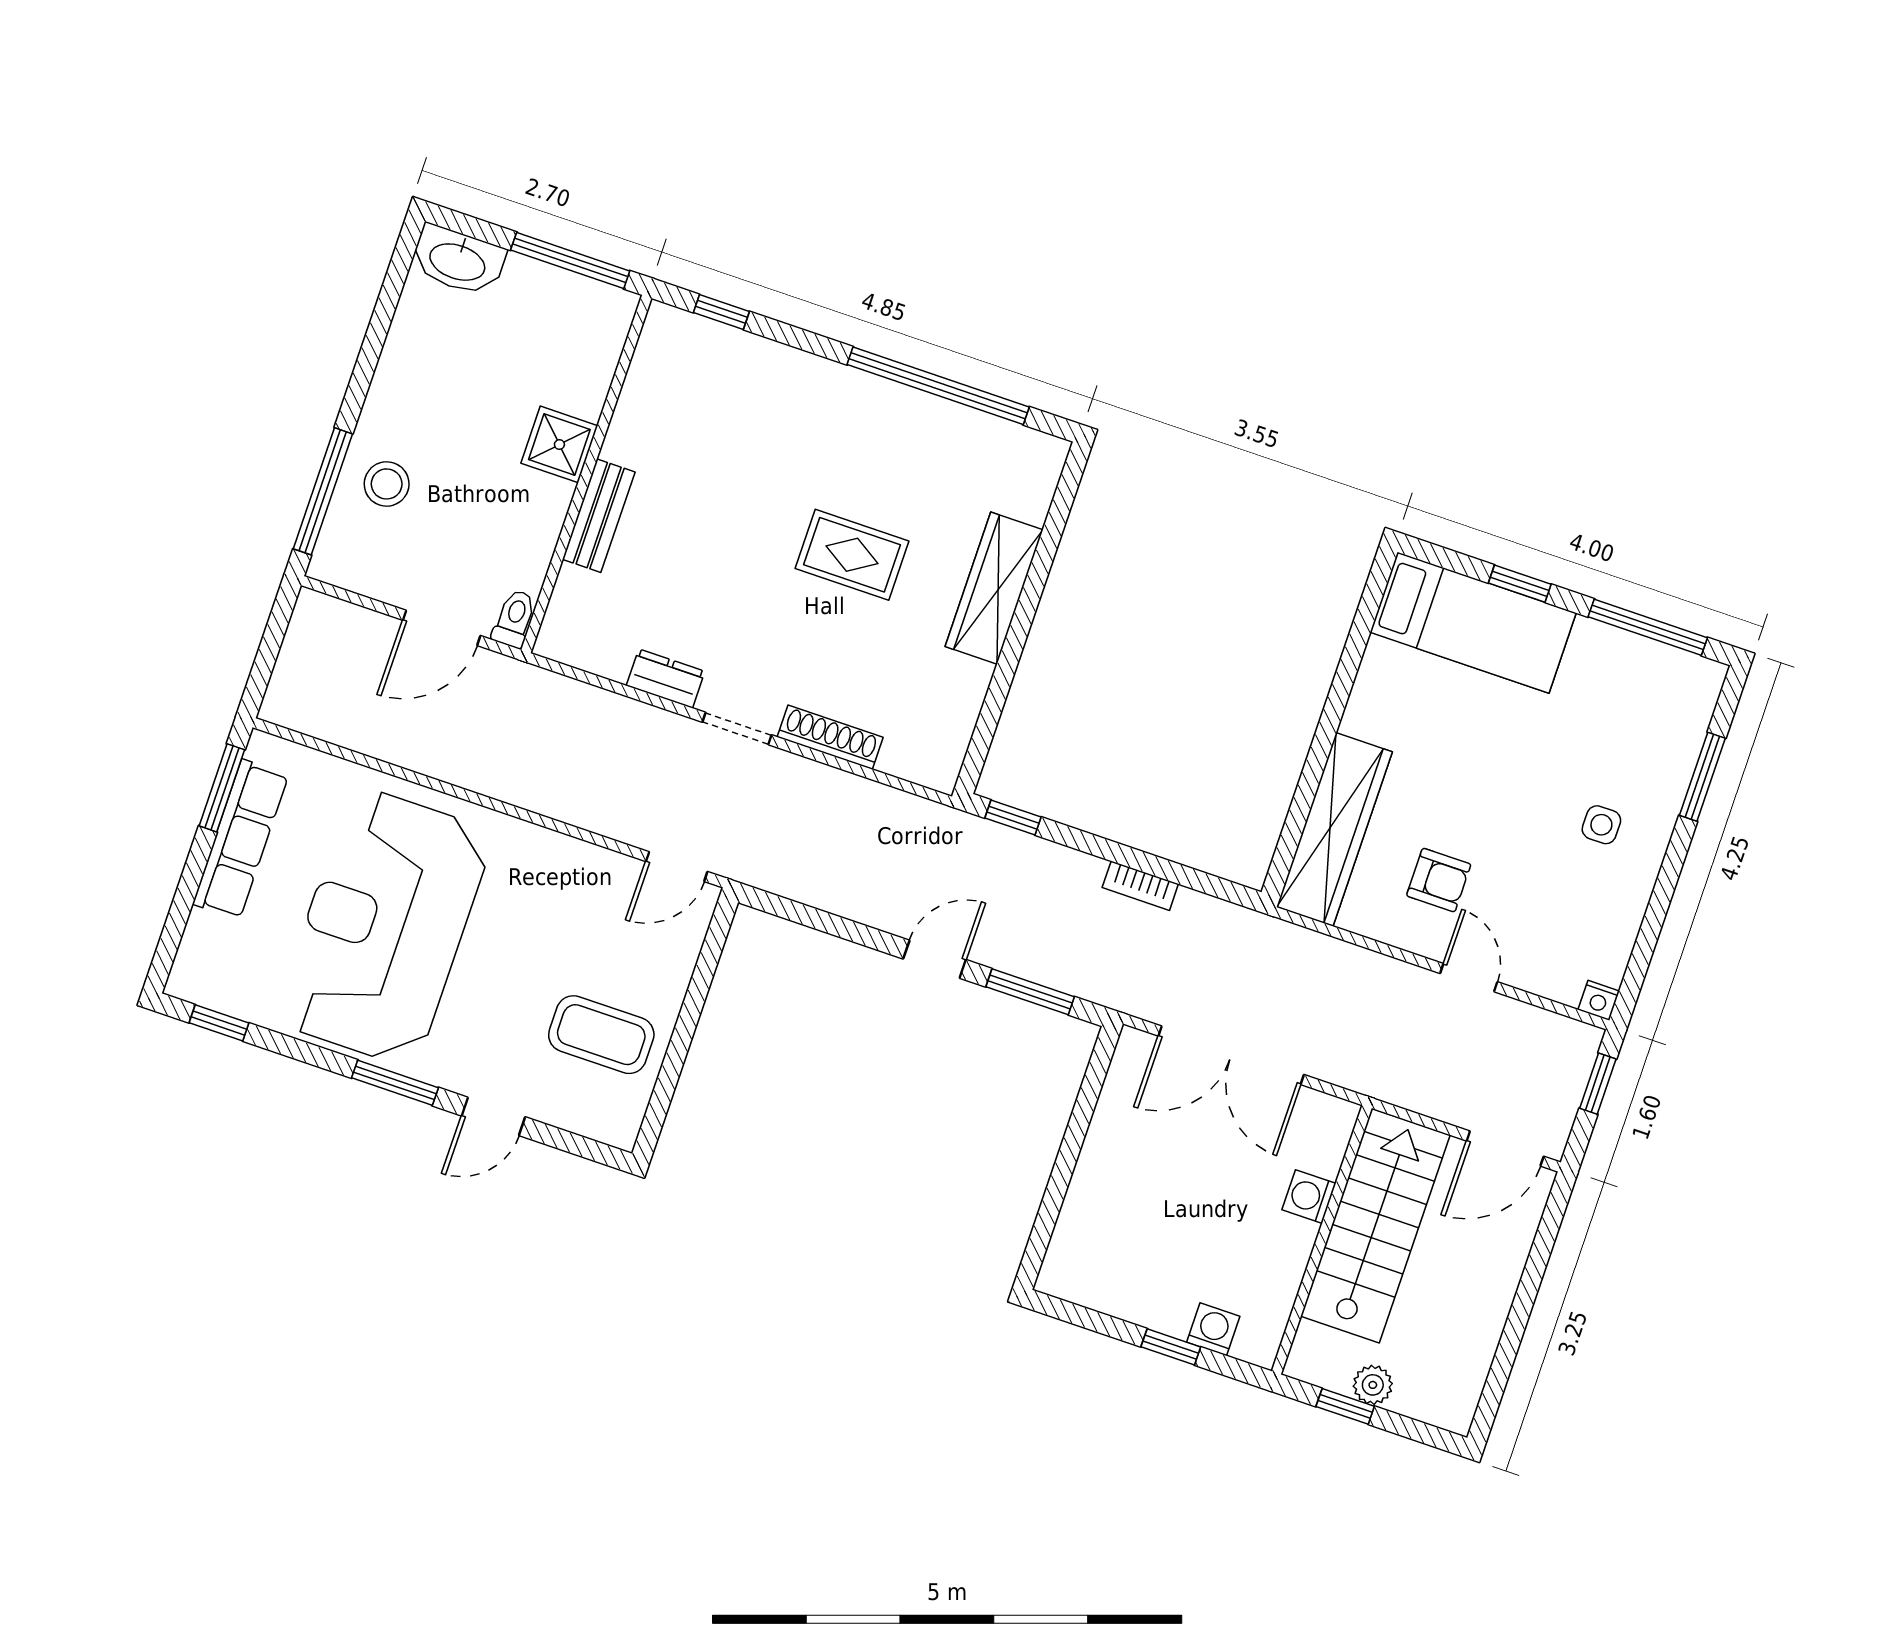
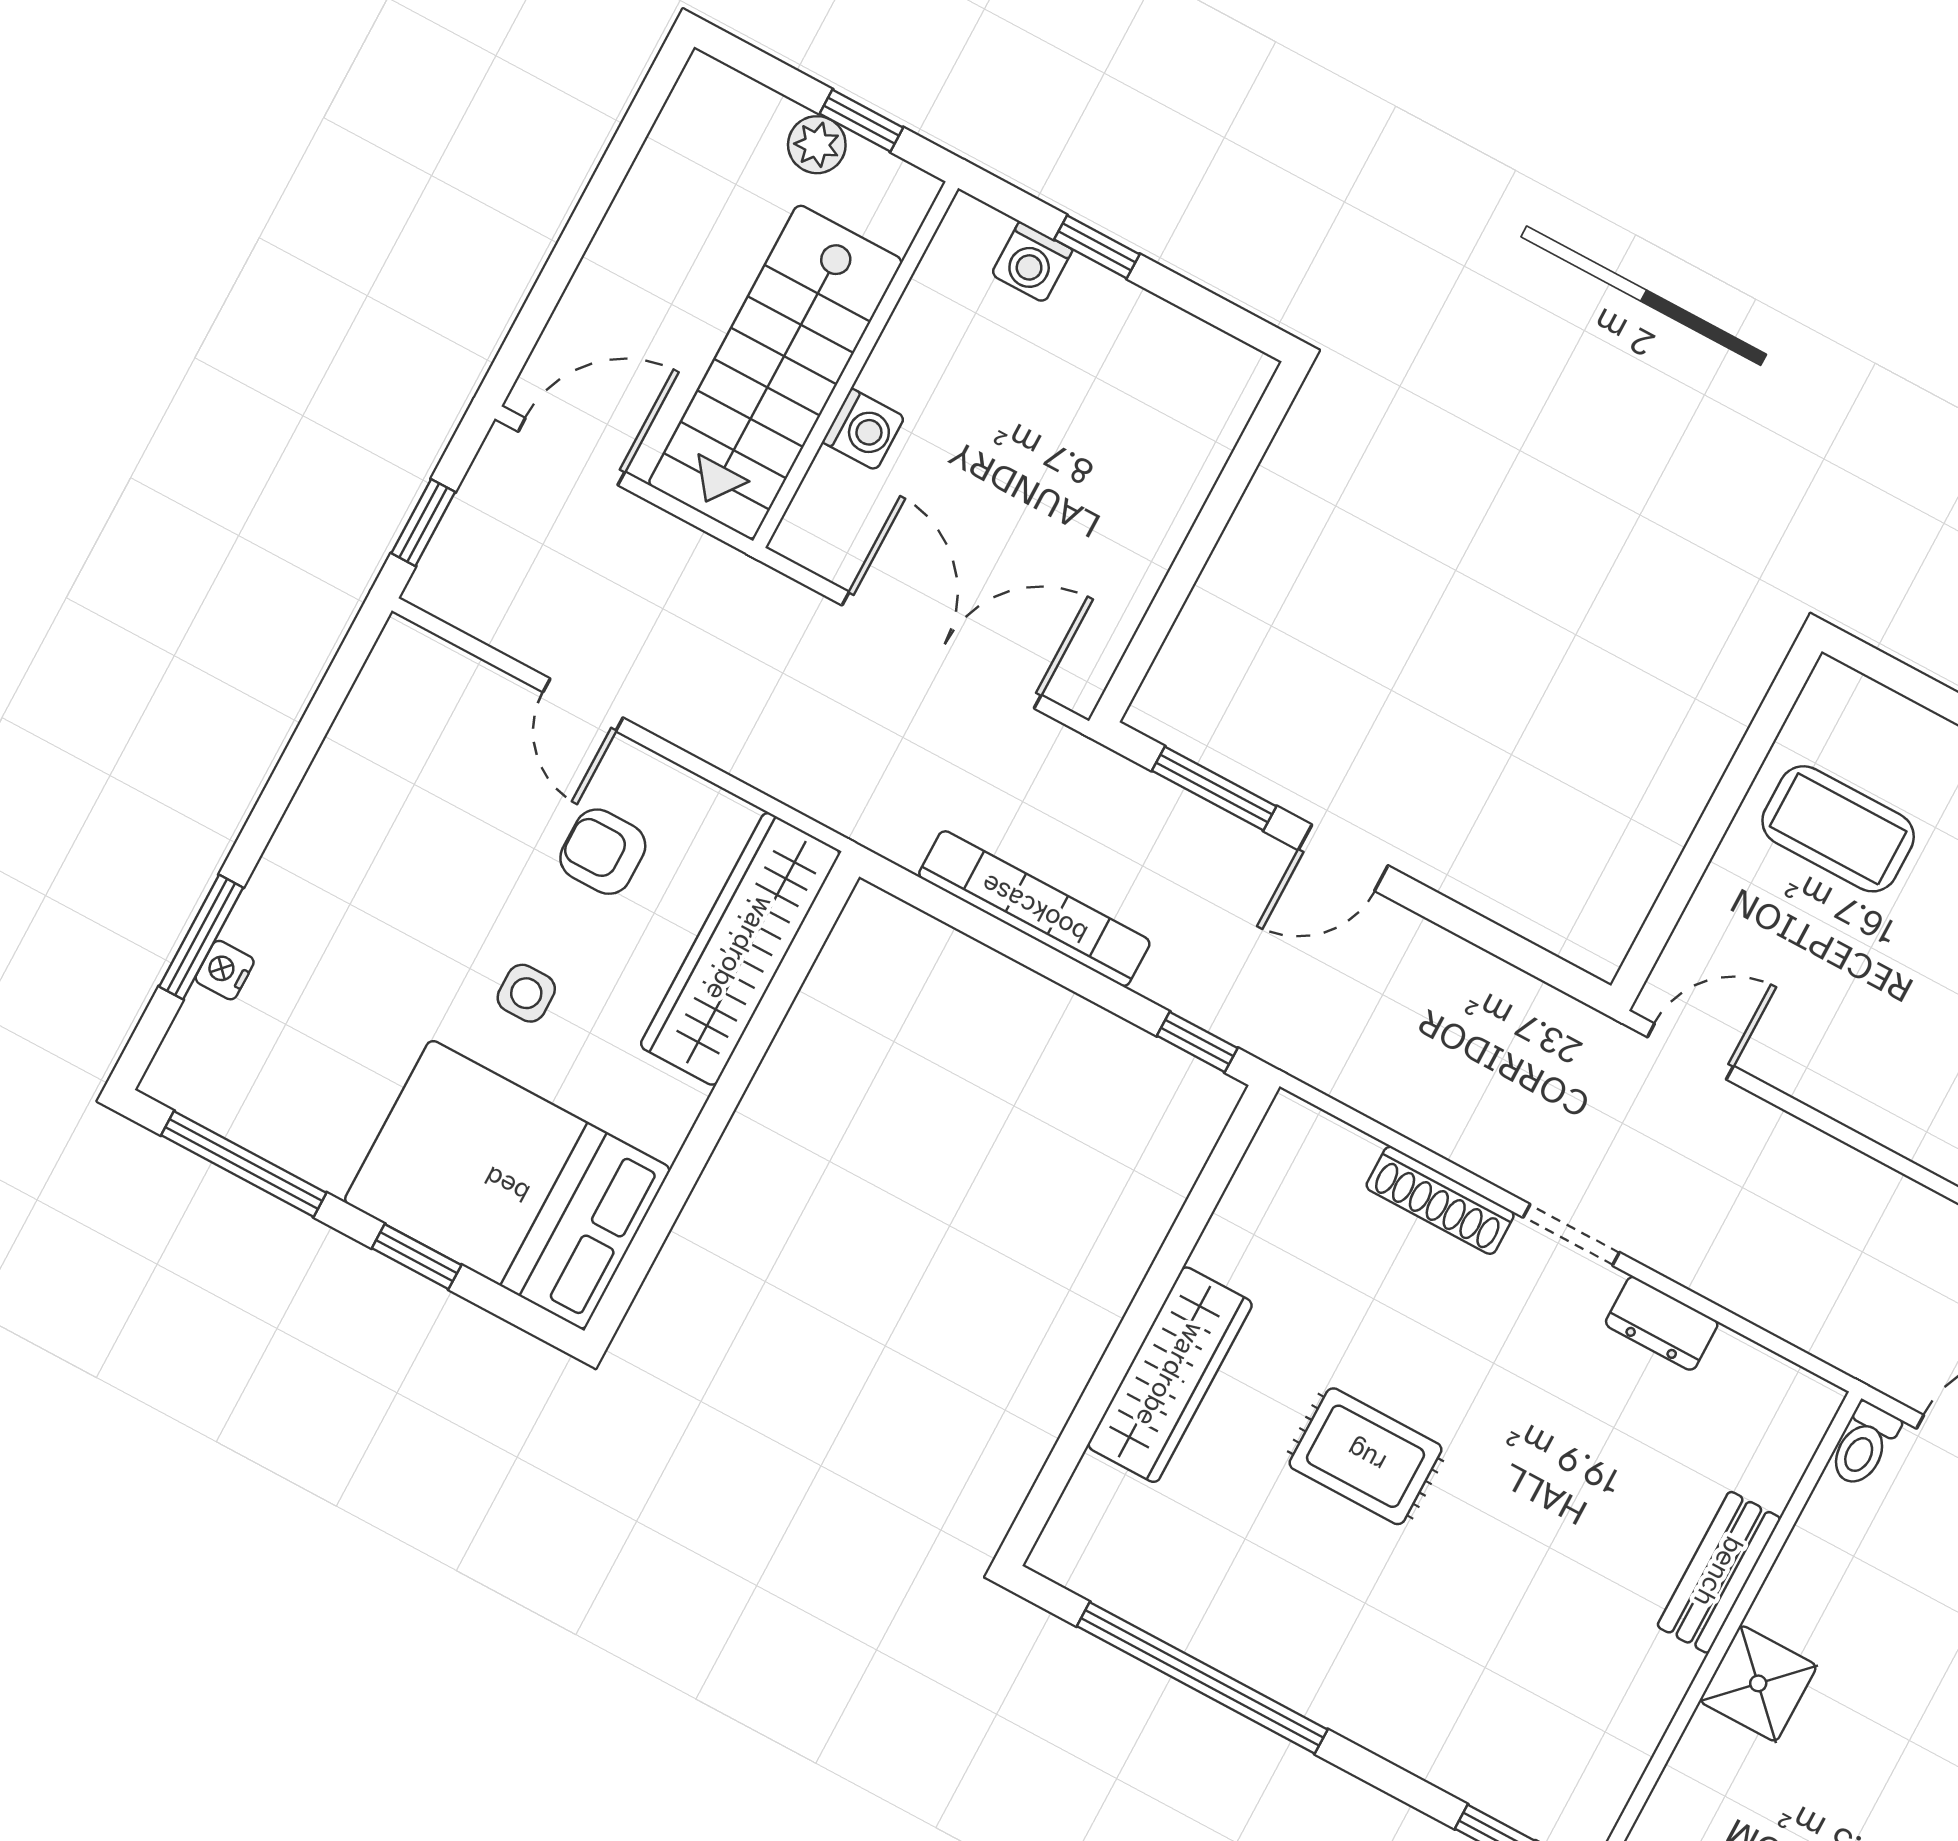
bed: (1473, 623) -> (507, 1185), width x1.50
side table: (1601, 825) -> (526, 993), moved
bookcase: (1140, 886) -> (1034, 909), width x2.31, depth x1.31
nightstand: (1599, 1000) -> (225, 970), moved, turned -90

